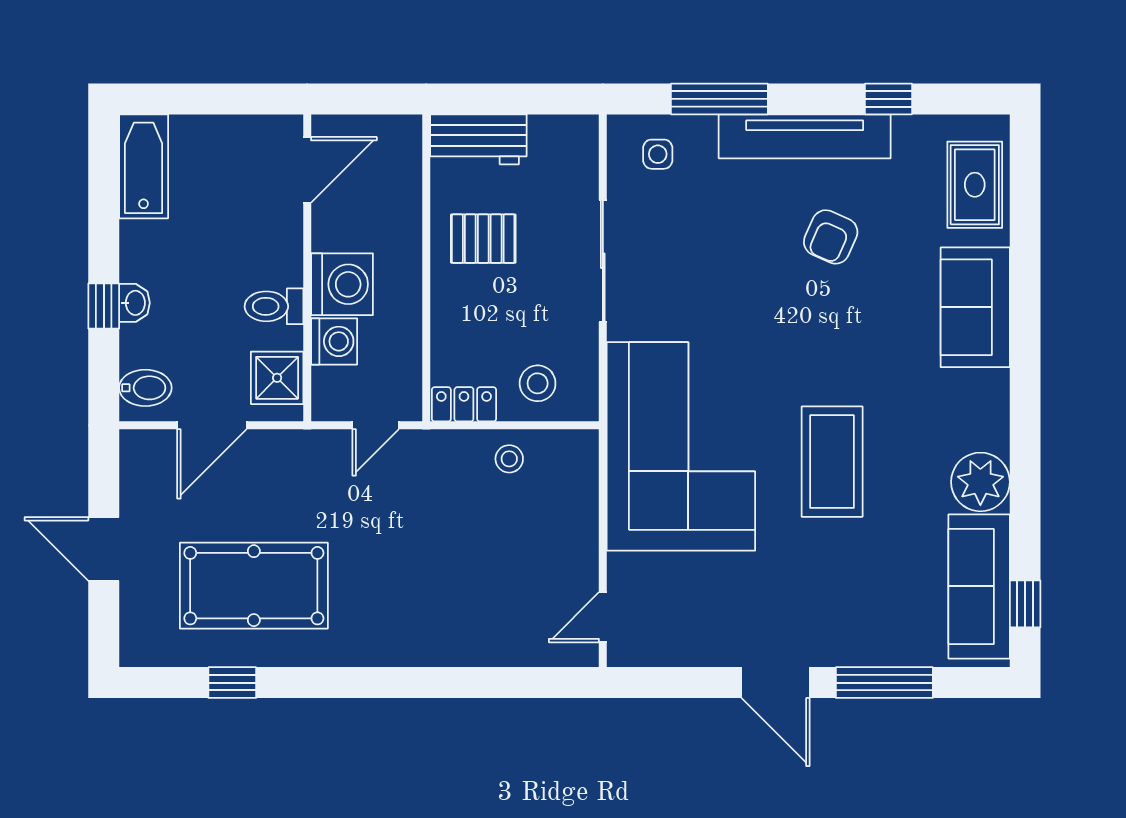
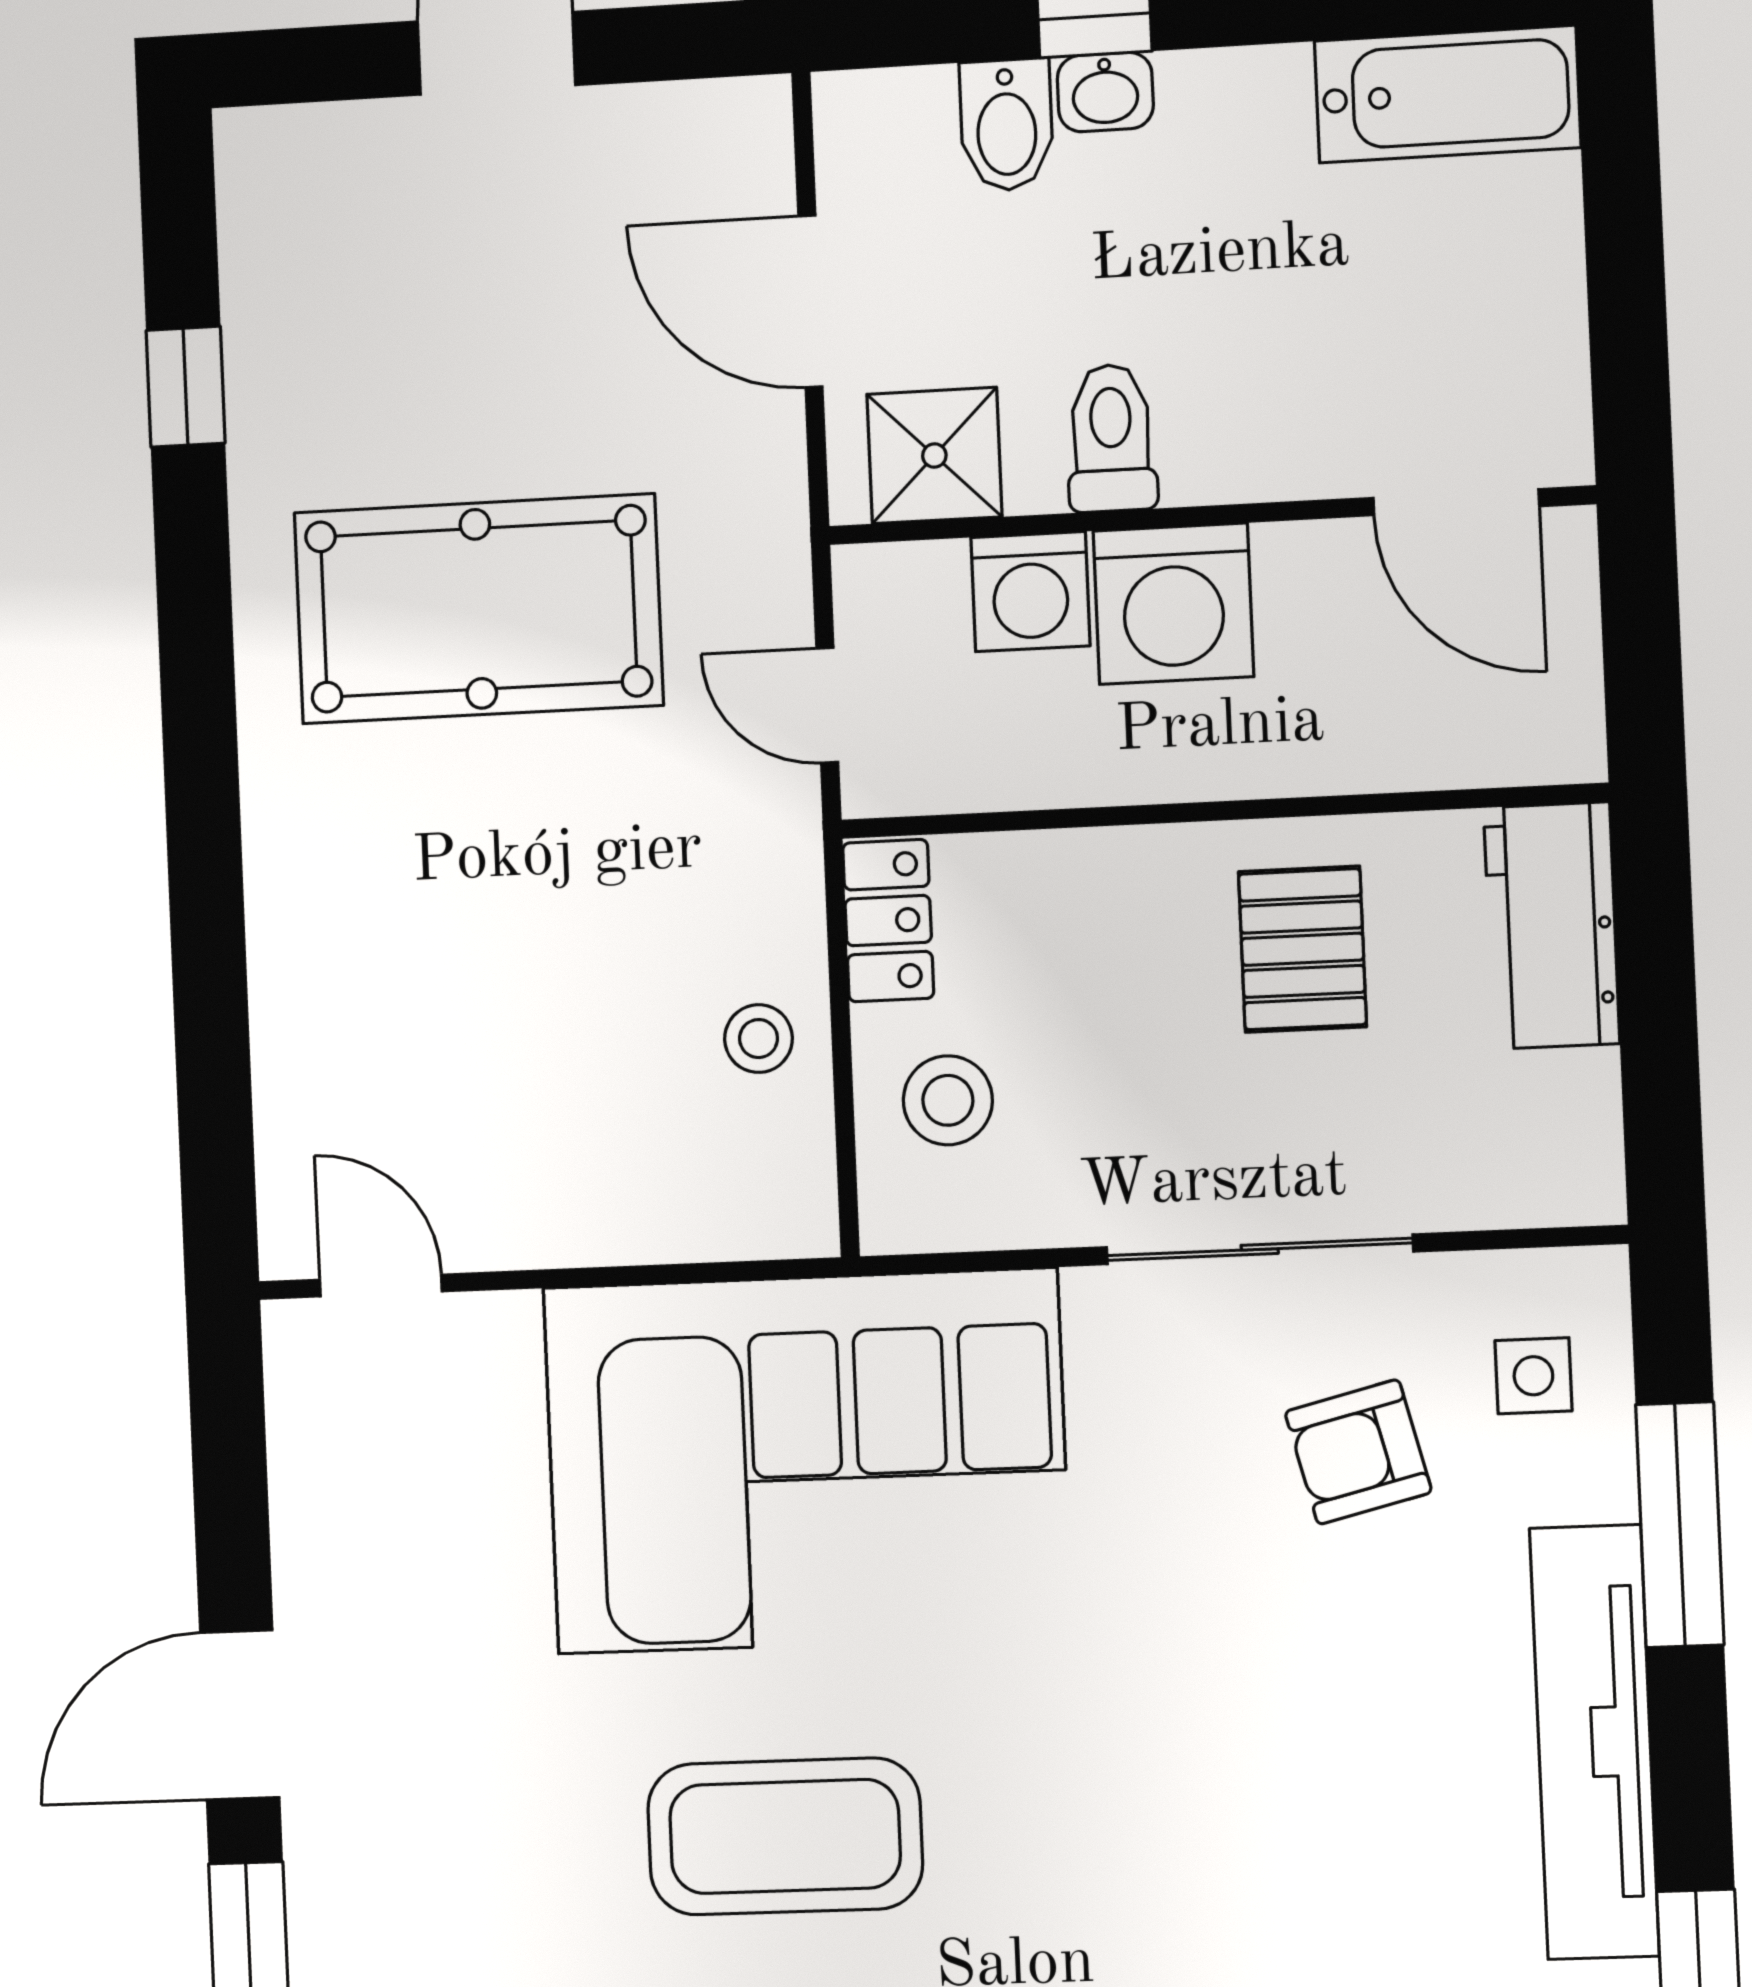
armchair: (831, 237) -> (1358, 1452), moved, turned -38
bidet: (145, 388) -> (1006, 125), moved
pool table: (254, 586) -> (478, 609), moved, turned 90

